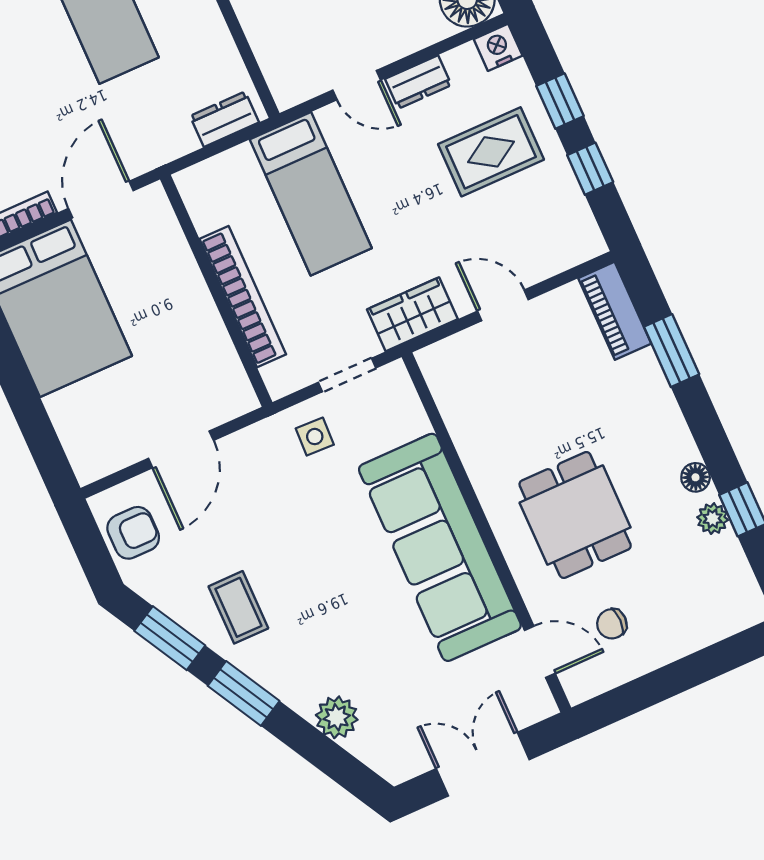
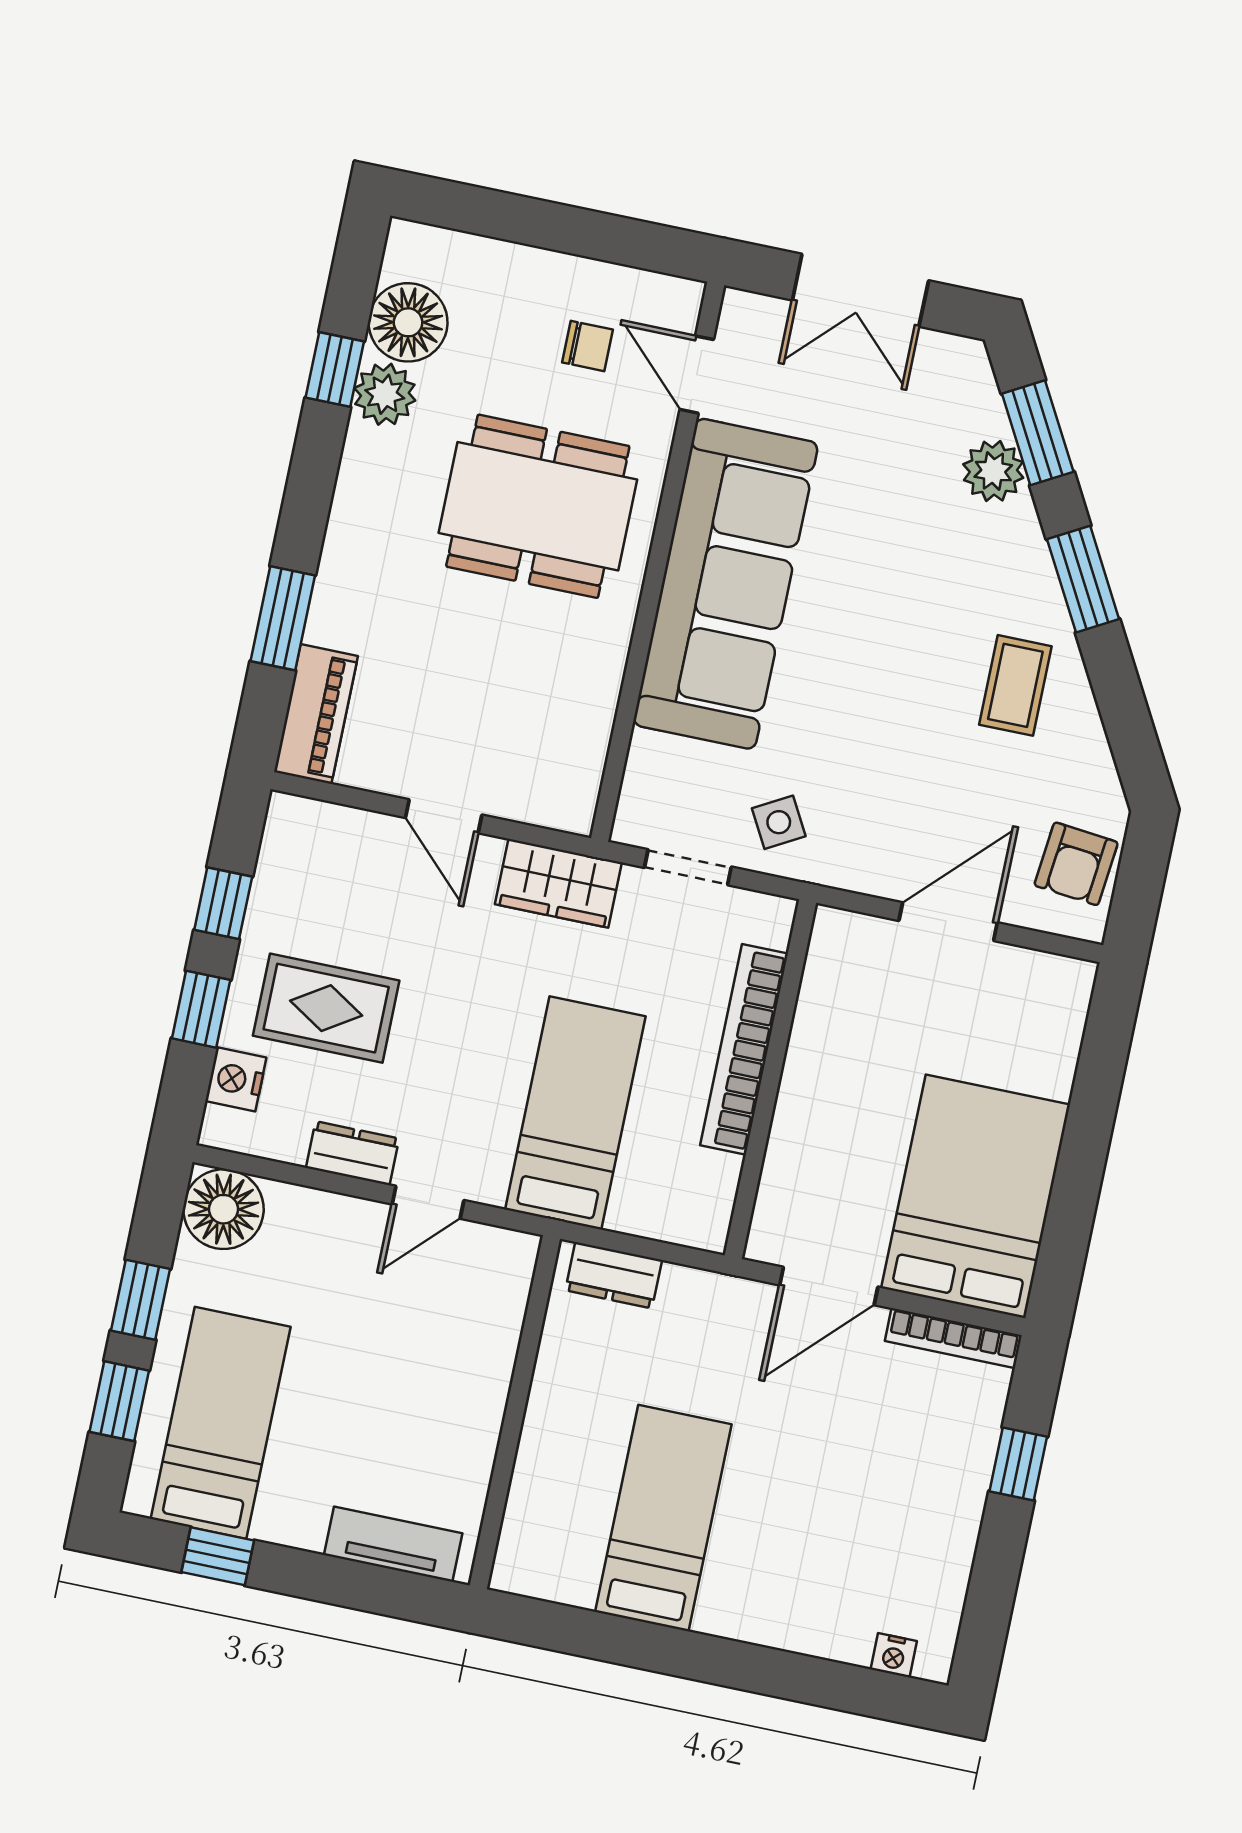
nightstand: (498, 47) -> (236, 1079), moved, turned 90
door: (357, 85) -> (428, 1202), swing flipped
side table: (315, 437) -> (779, 822), turned -31
floor lamp: (696, 477) -> (408, 322), moved, width x1.89, depth x1.89
dining table: (575, 515) -> (538, 506), width x1.38
plant: (713, 519) -> (385, 394), width x1.38, depth x1.38
armchair: (133, 533) -> (1076, 864), turned -84
window: (170, 638) -> (1038, 433), moved

